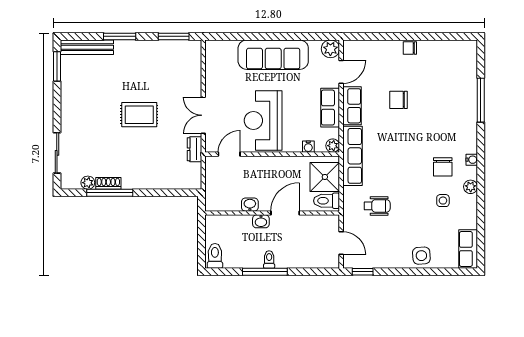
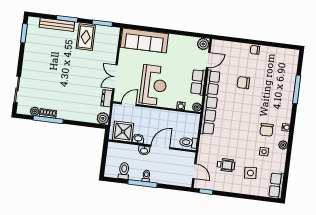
bench: (87, 47) -> (57, 25), moved
sofa: (273, 55) -> (144, 40), moved
rug: (139, 115) -> (86, 37), moved, turned 90
reception desk: (263, 120) -> (154, 85), turned 180
shower: (325, 177) -> (123, 132), moved
plant: (193, 180) -> (103, 118), added
wheelchair: (377, 206) -> (226, 165), moved
toilet: (215, 256) -> (124, 171), moved
side table: (421, 256) -> (250, 173), moved

